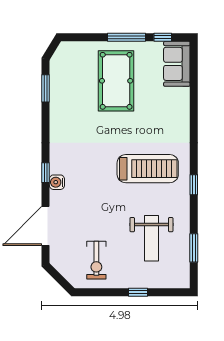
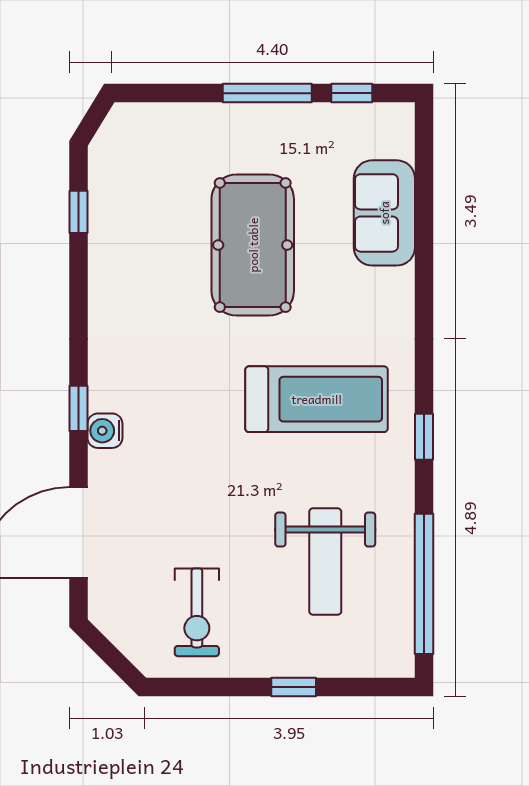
sofa: (177, 64) -> (384, 213), moved
pool table: (116, 81) -> (253, 245), moved
window: (46, 88) -> (78, 212), width x0.67
window: (194, 248) -> (424, 584), width x2.11

